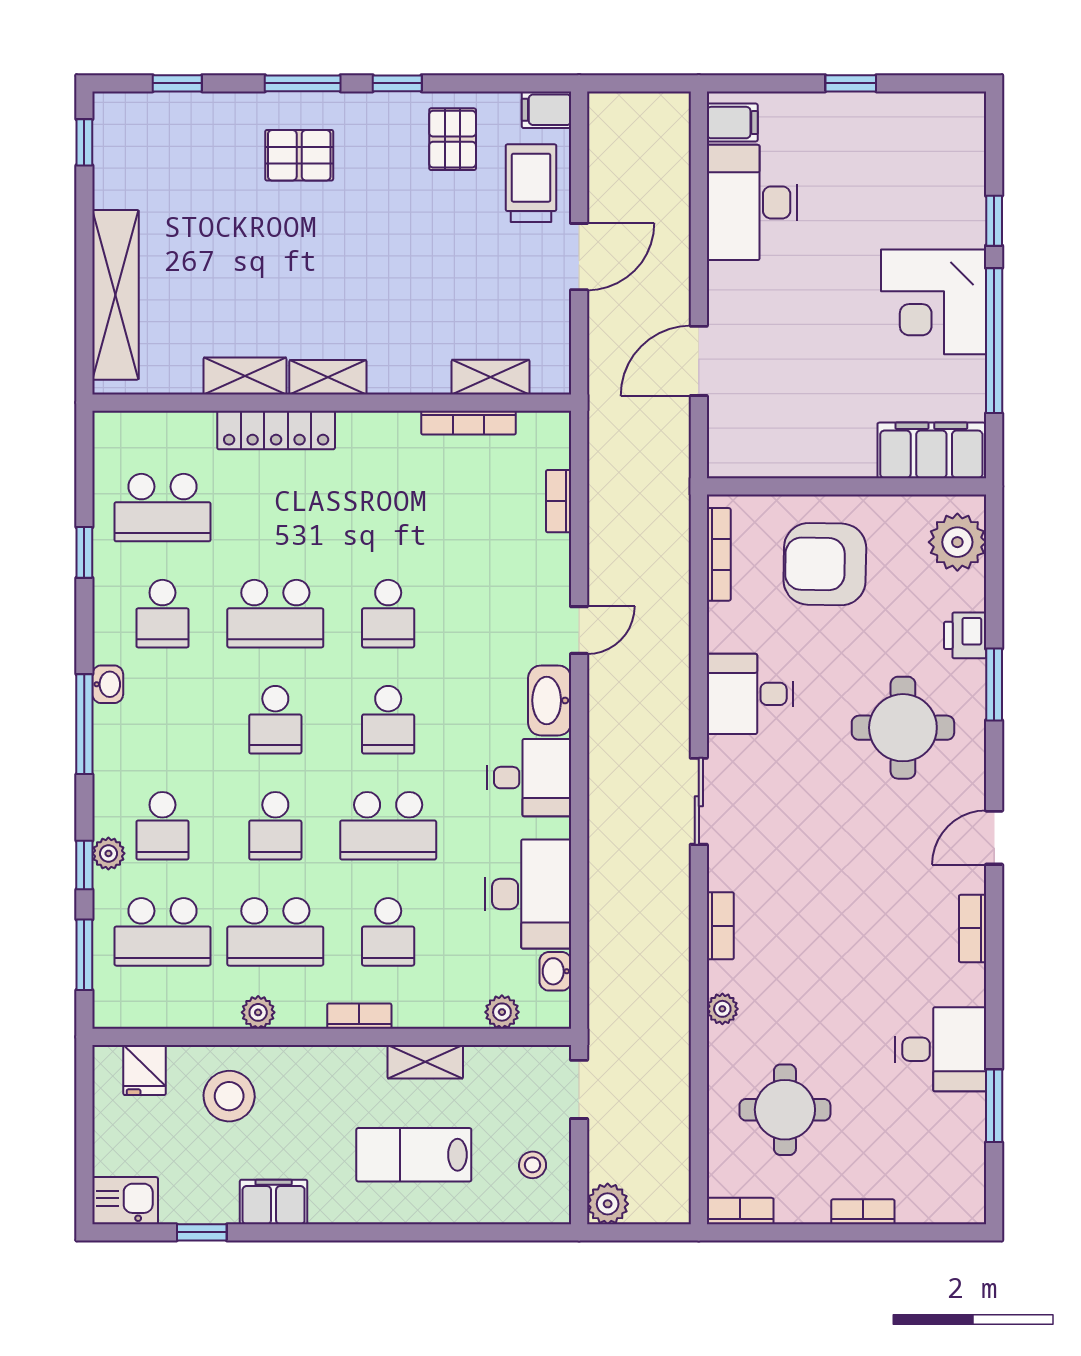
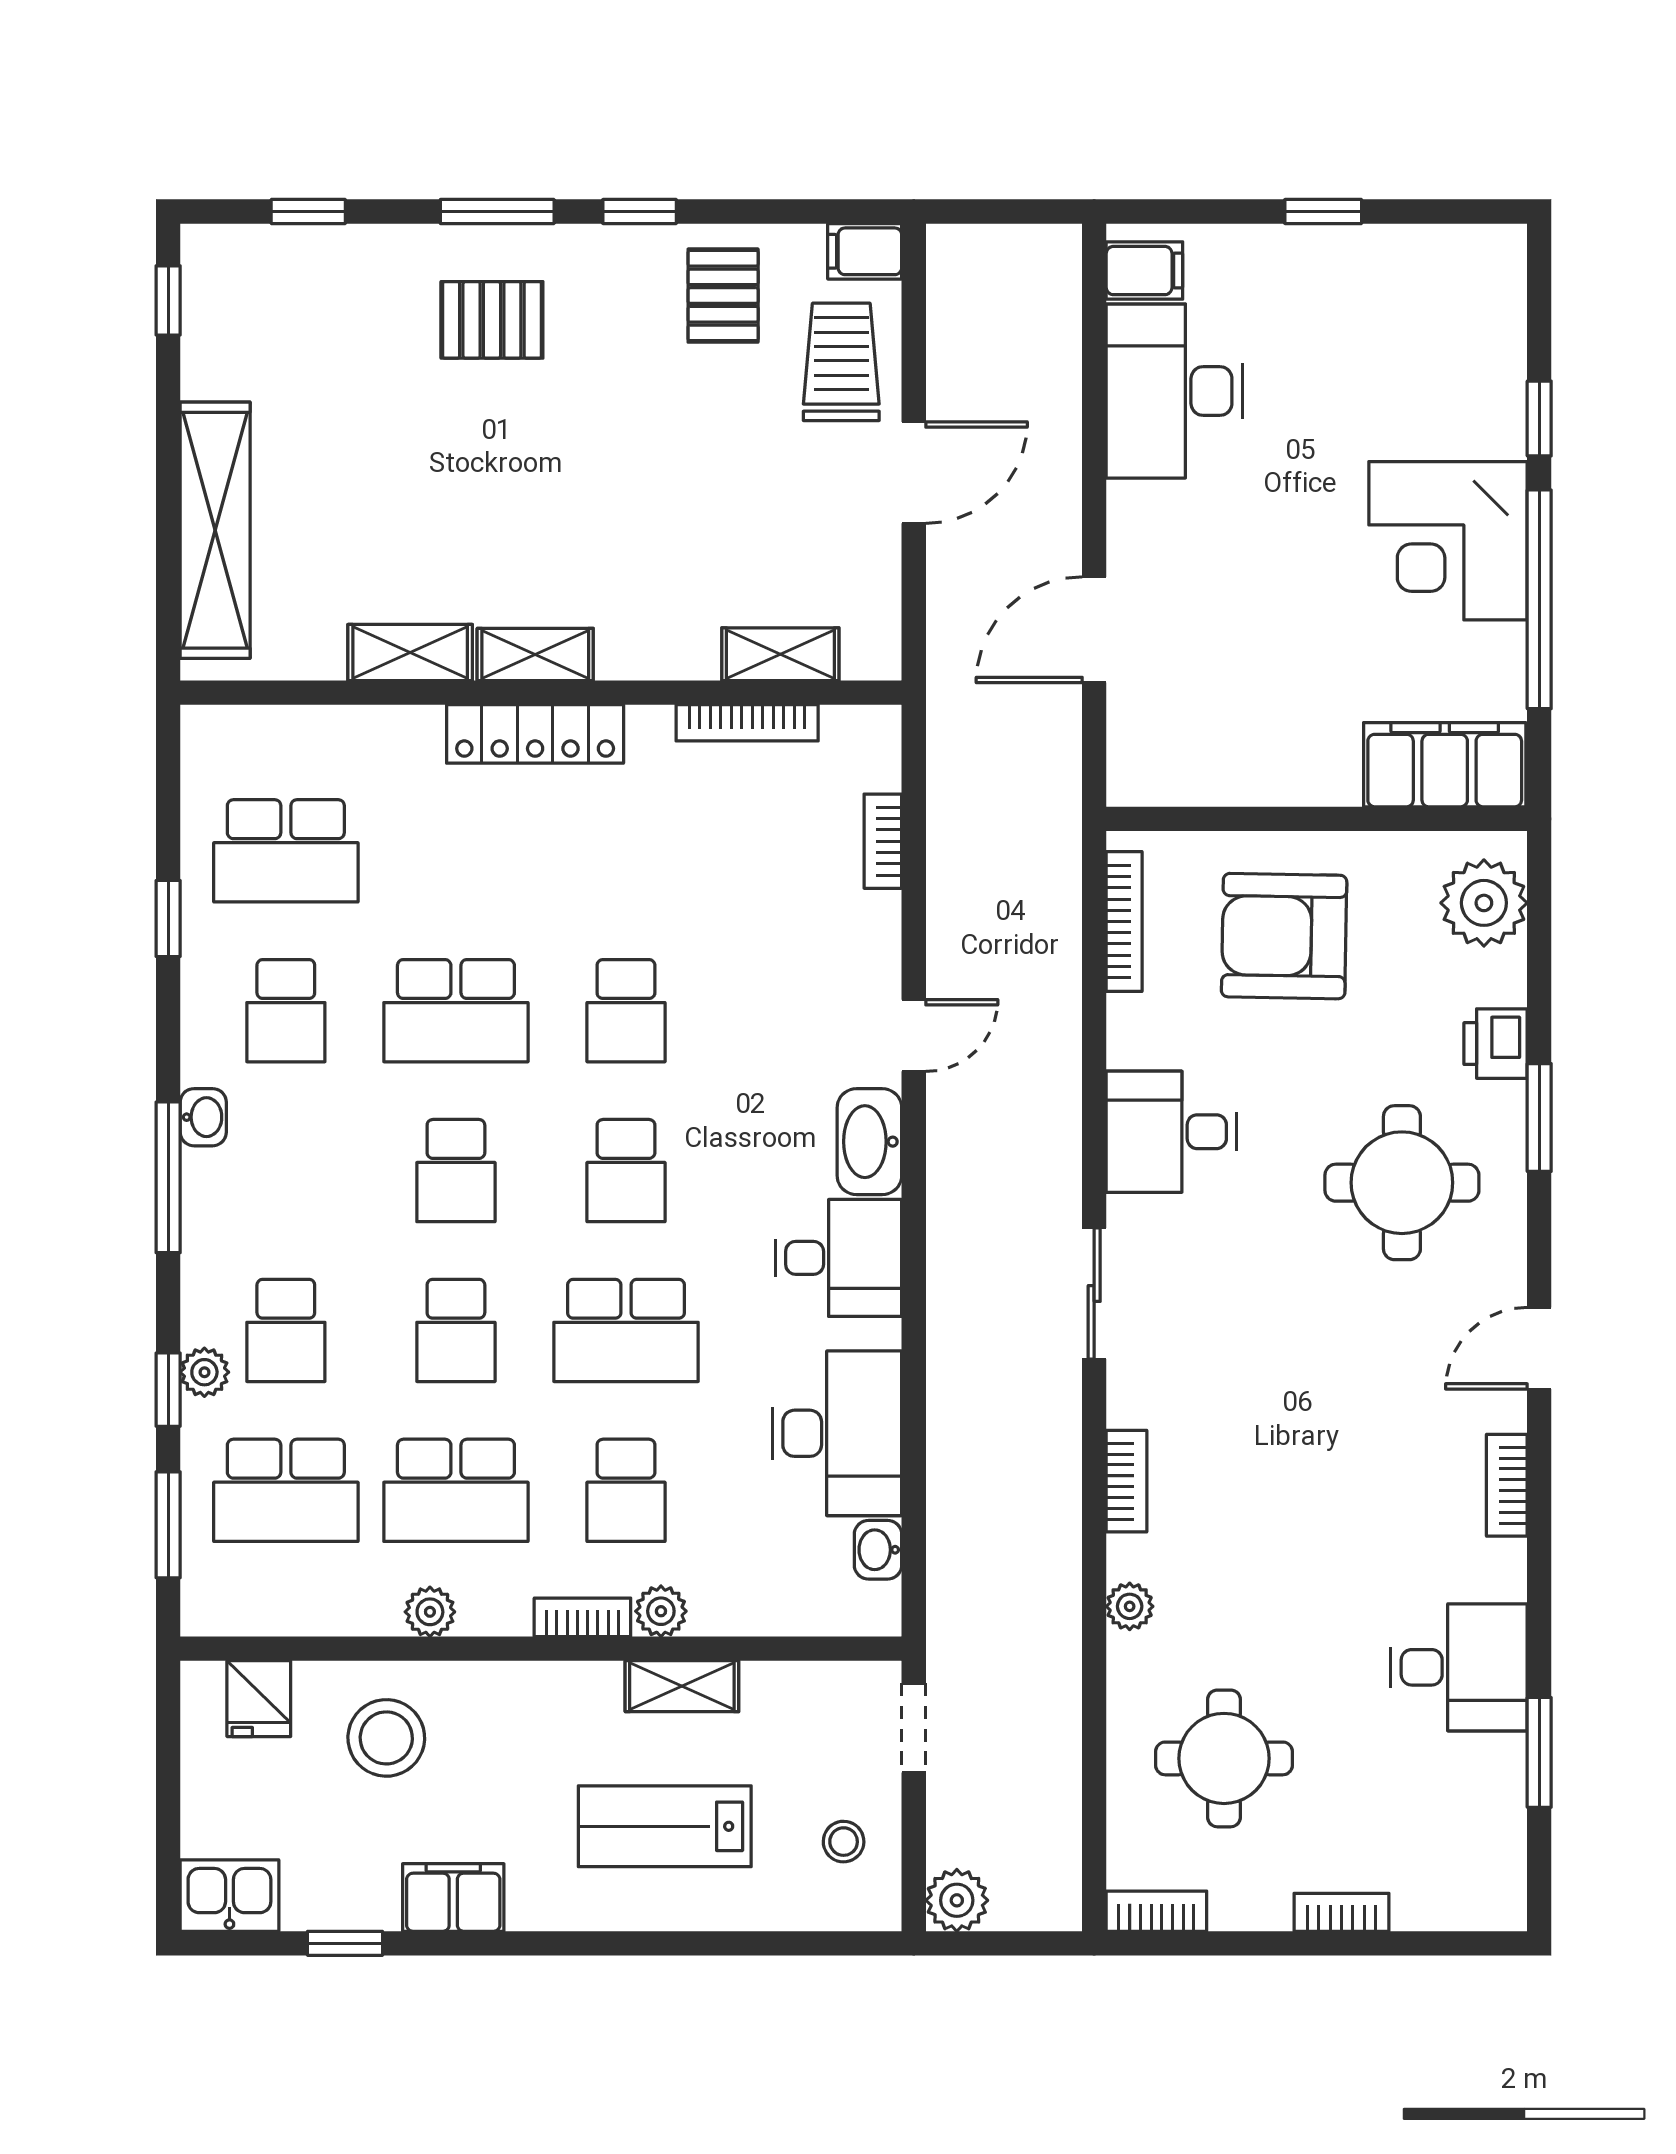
locker: (276, 430) -> (535, 734), moved
plant: (502, 1012) -> (661, 1611), moved

